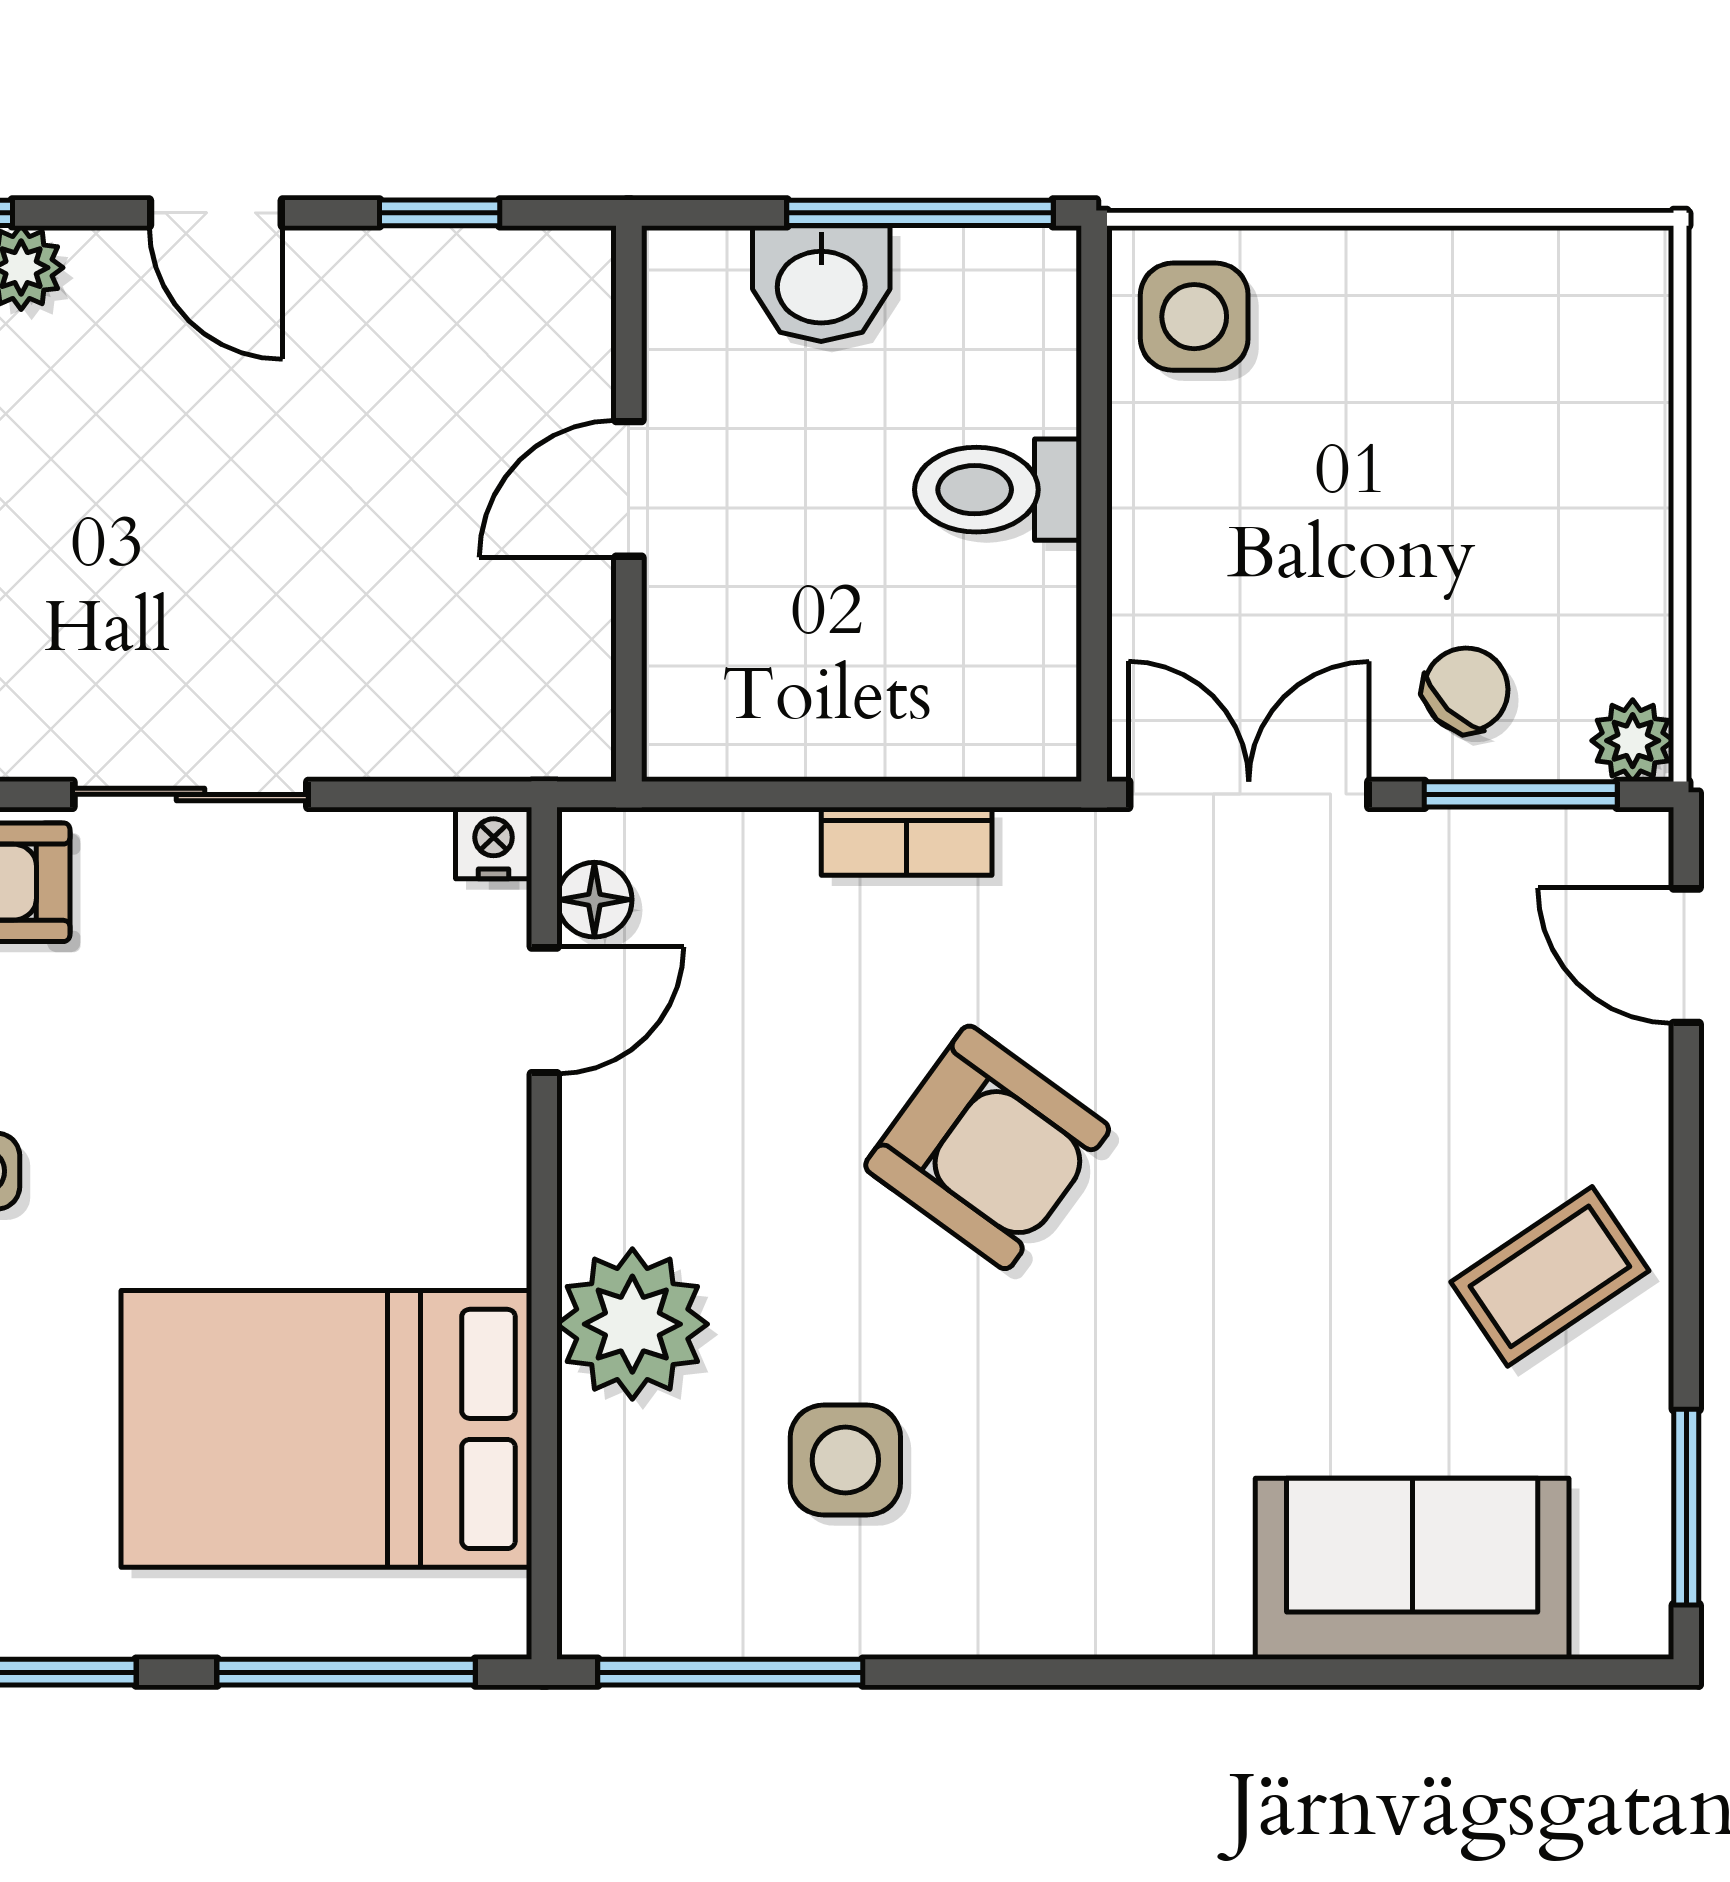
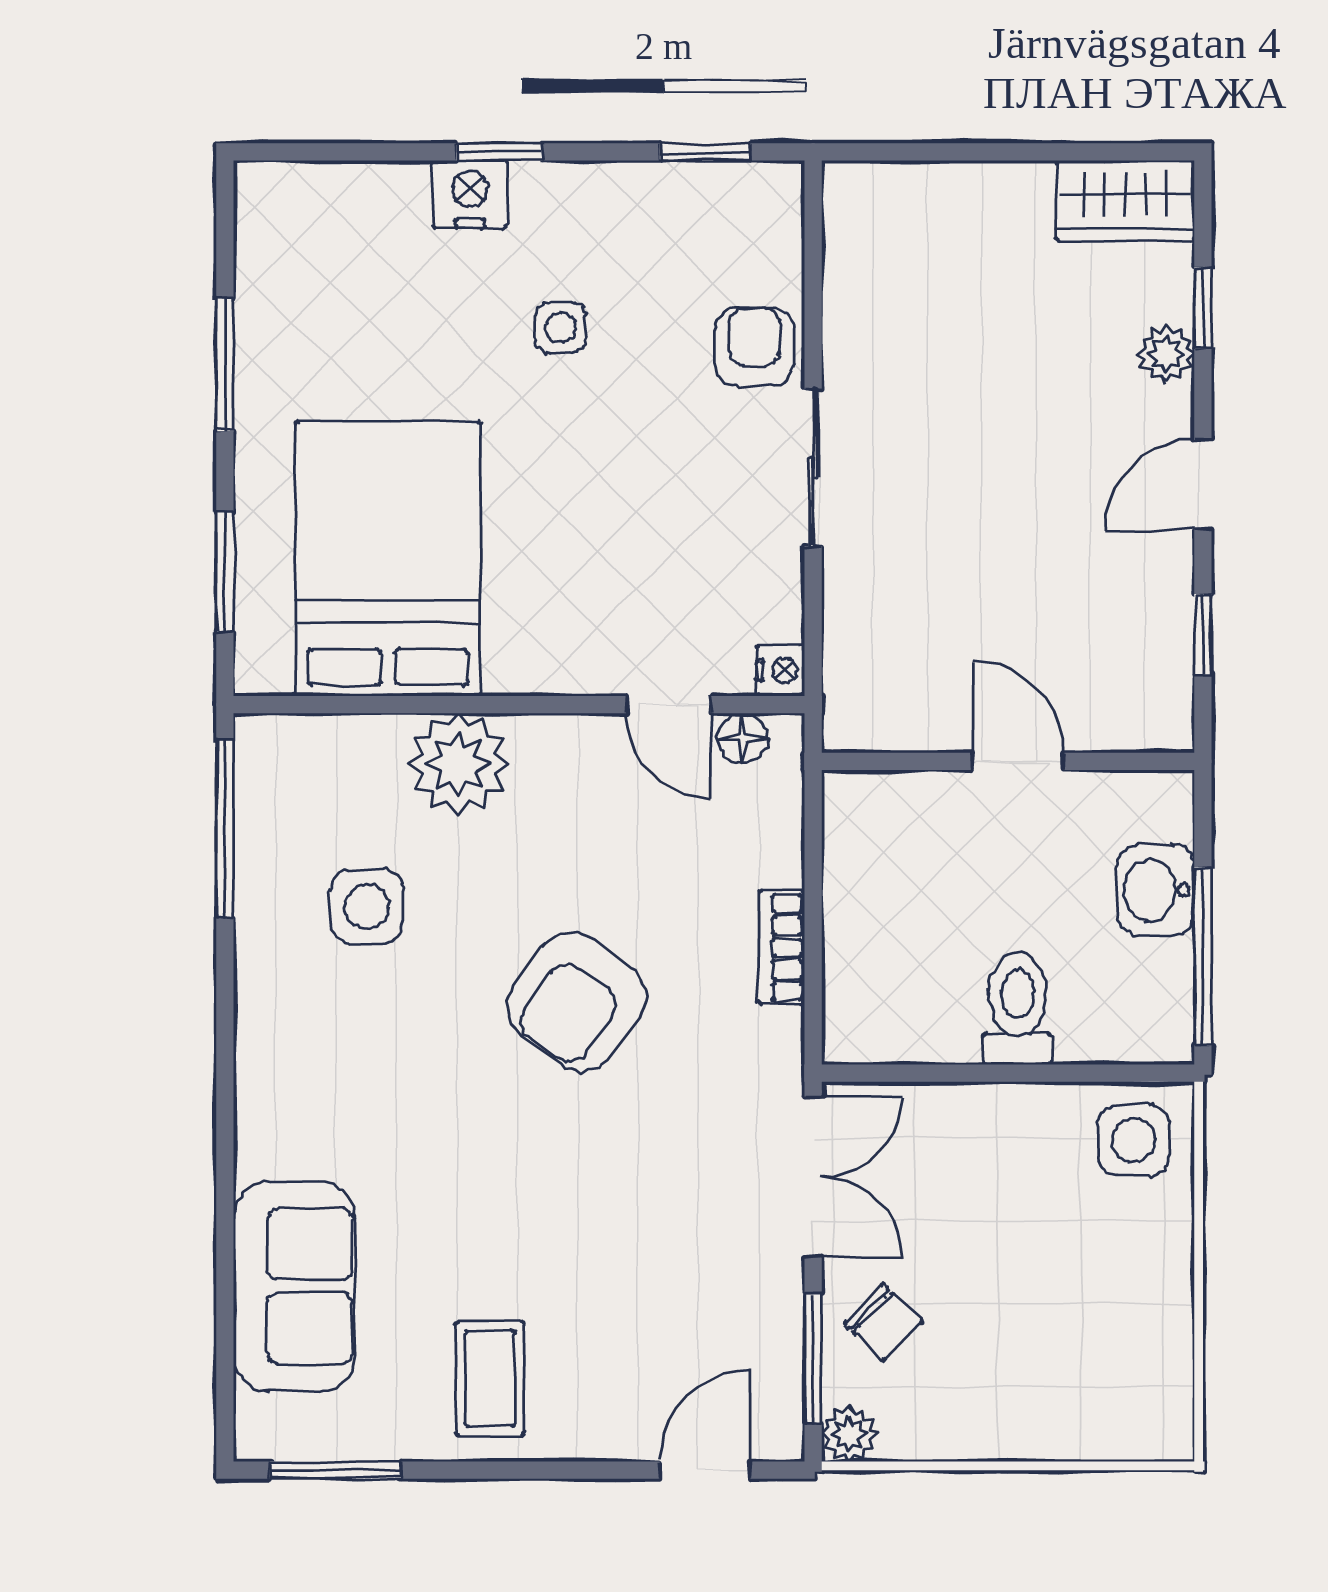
coffee table: (1550, 1276) -> (490, 1379), turned 34
window: (346, 1672) -> (225, 572), width x0.69

